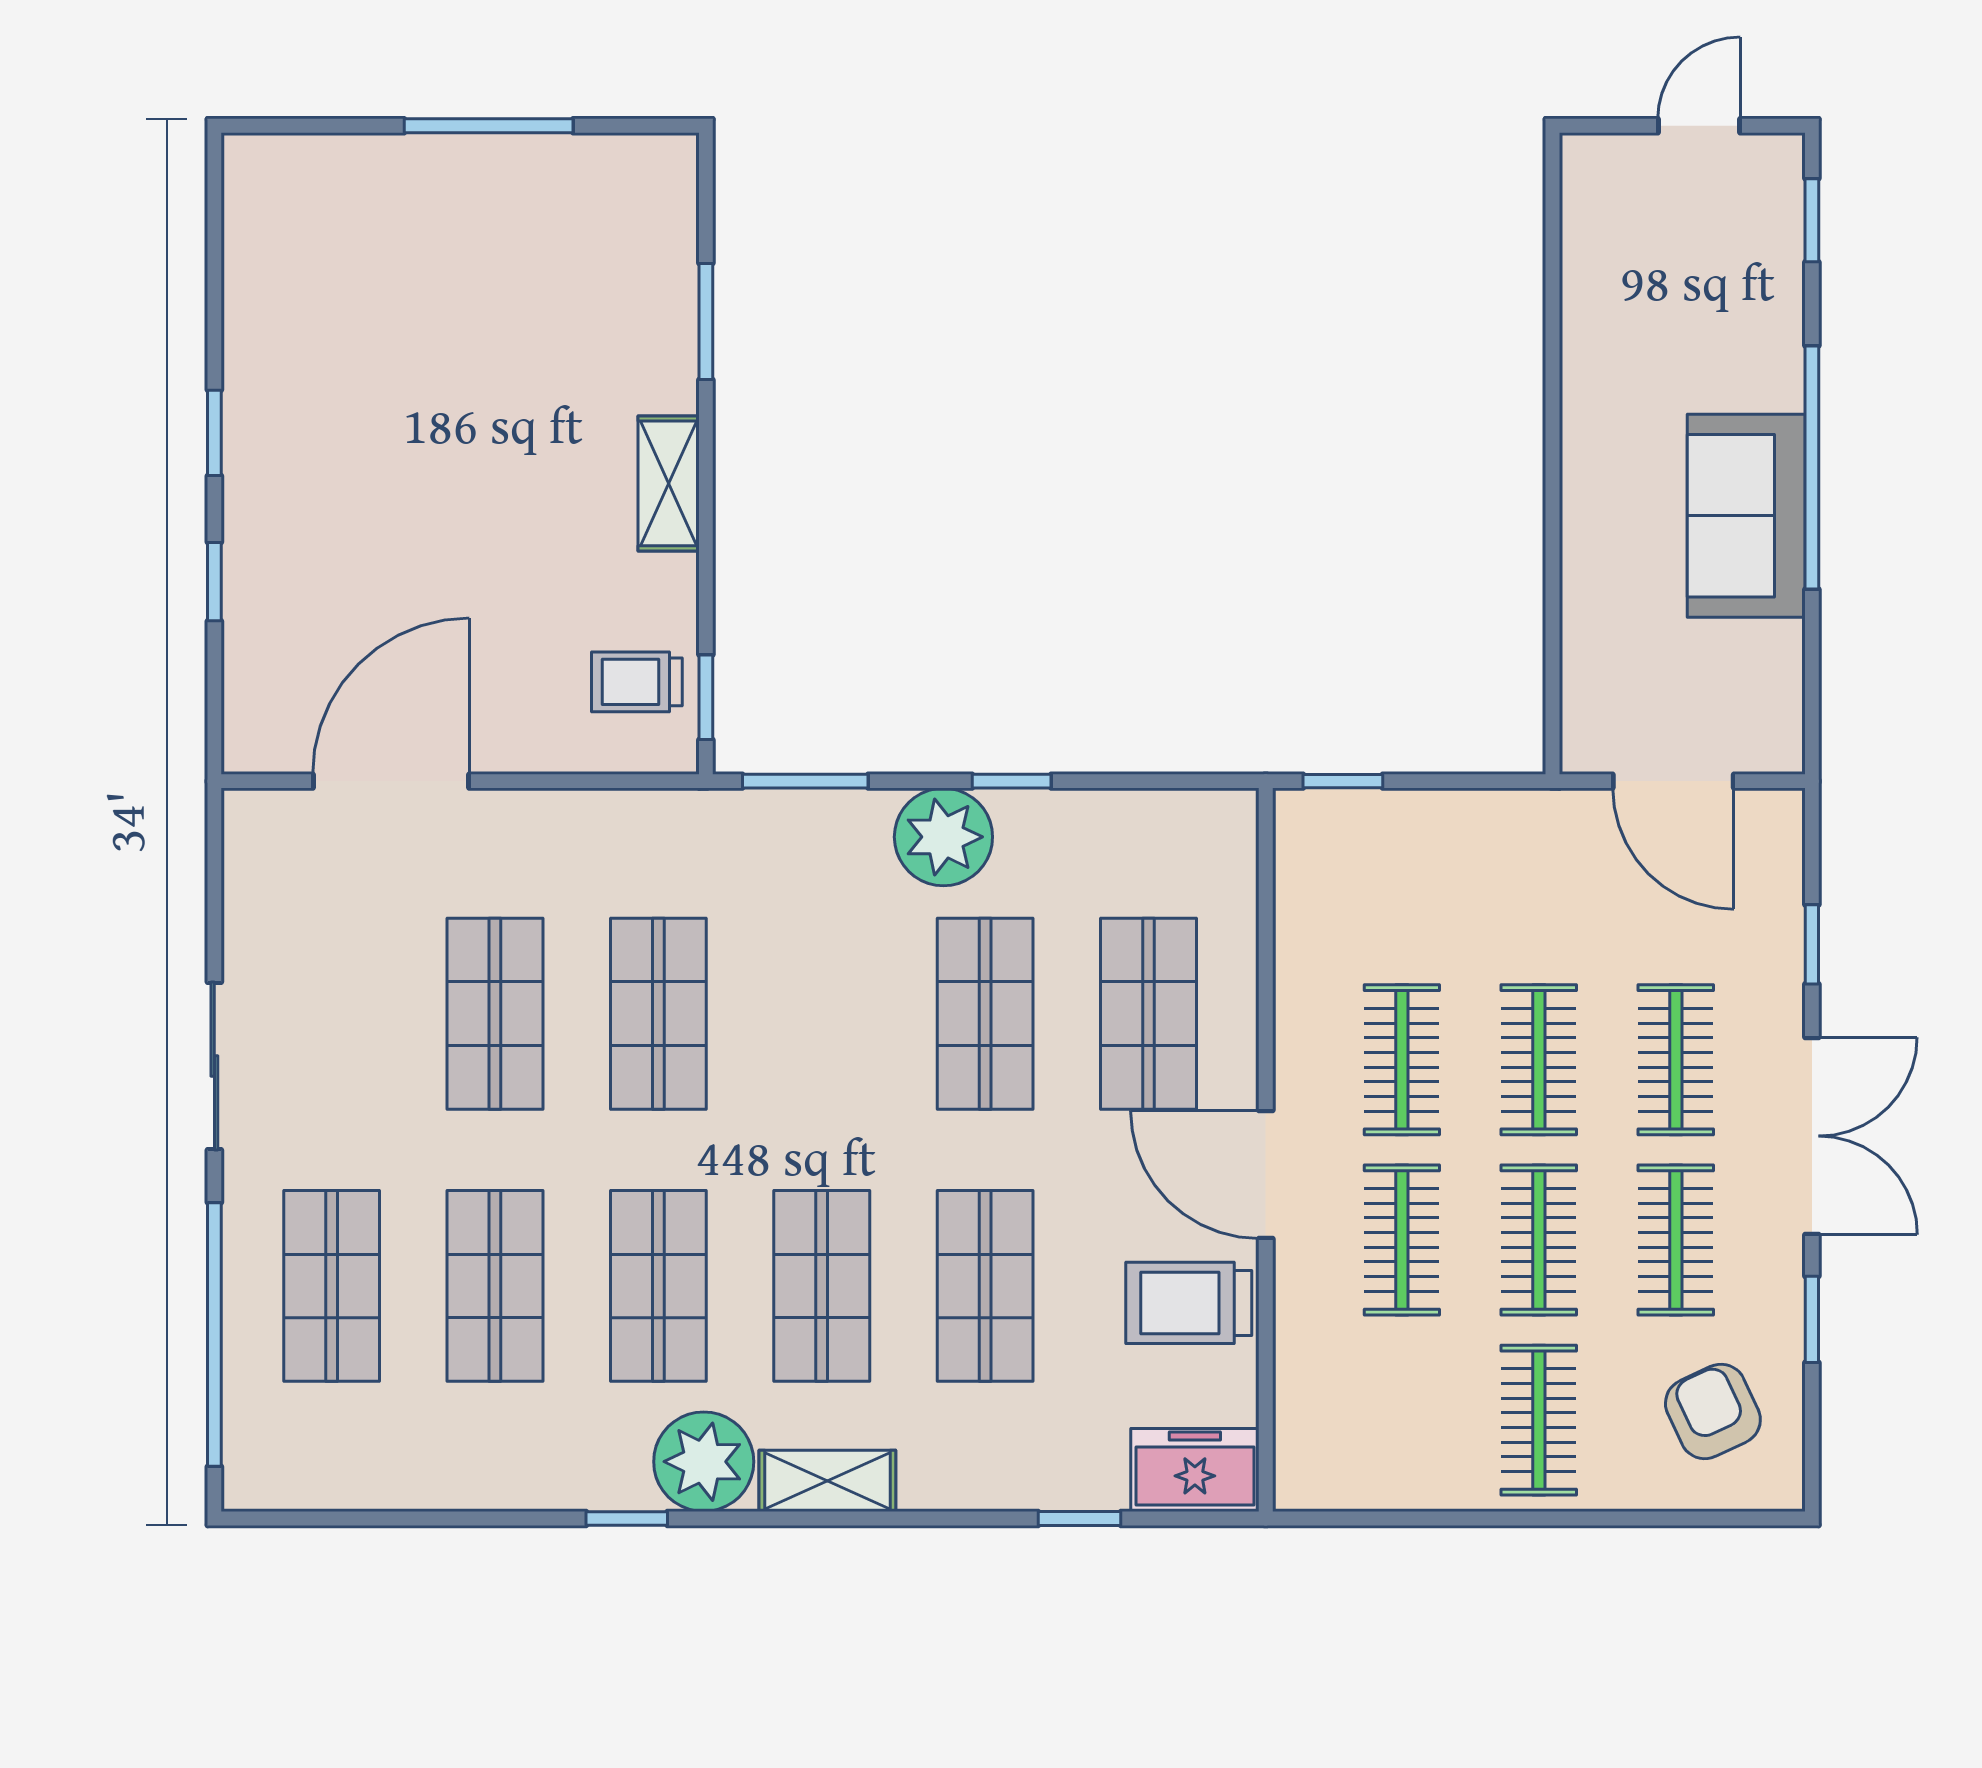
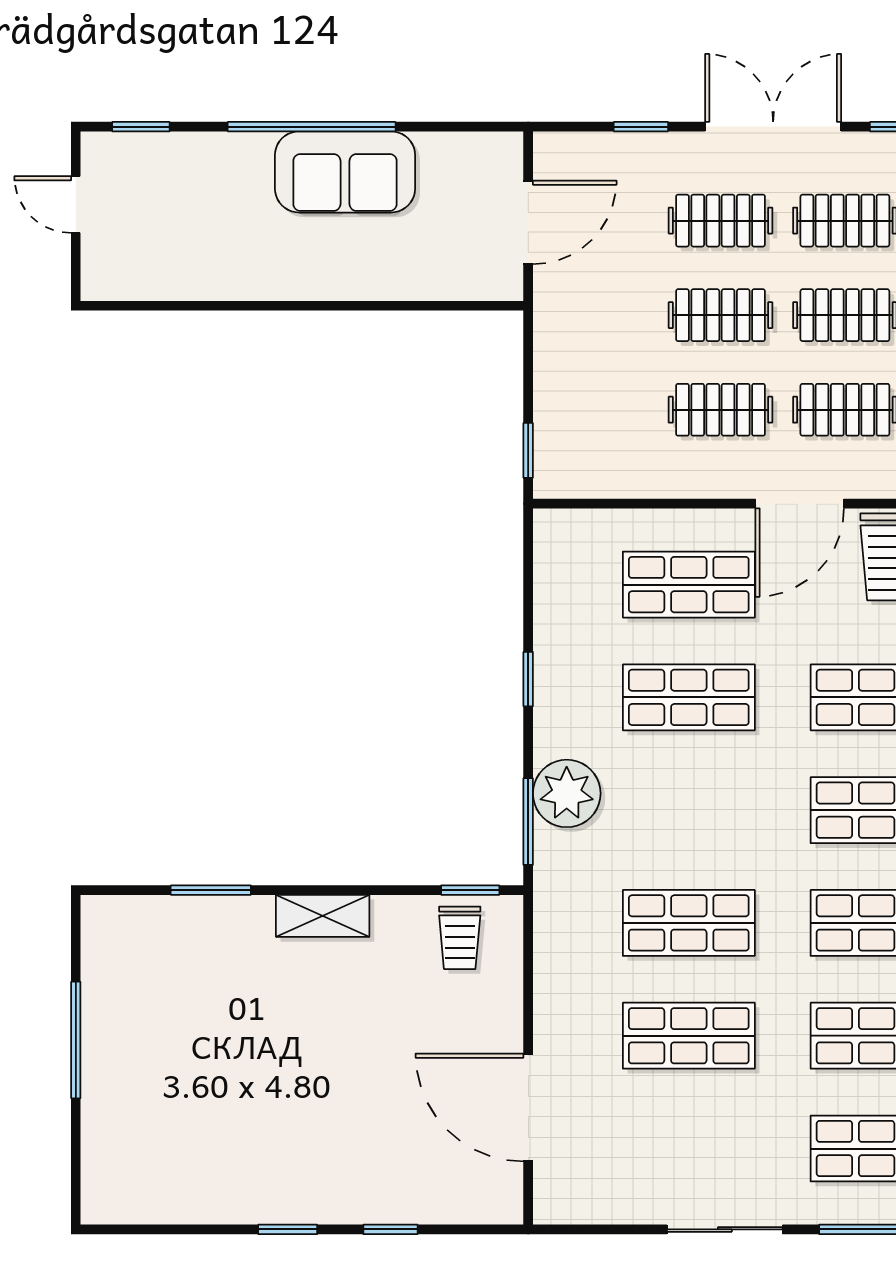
plant: (943, 837) -> (567, 793), moved

